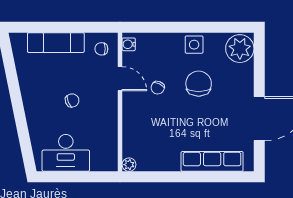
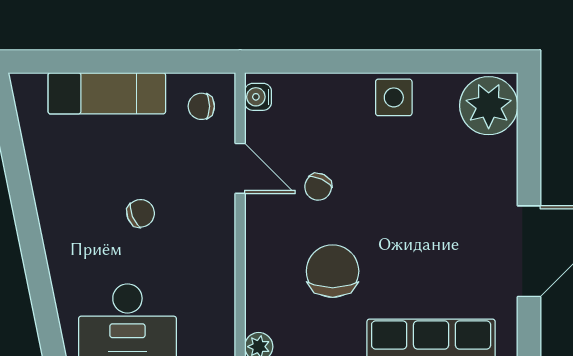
chair: (199, 84) -> (333, 271), moved

